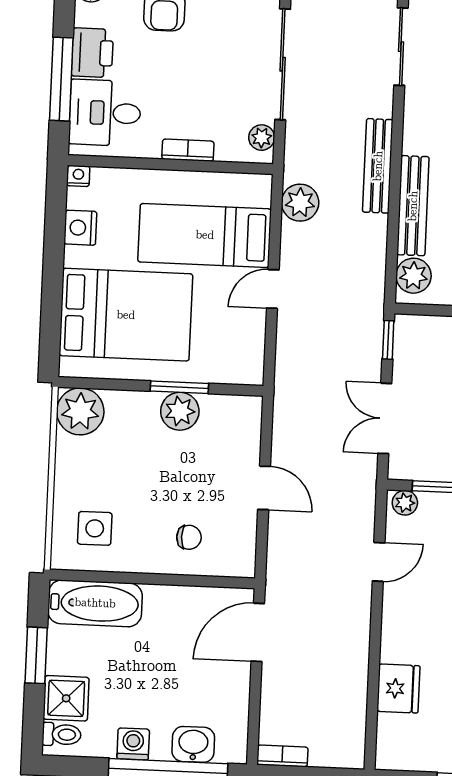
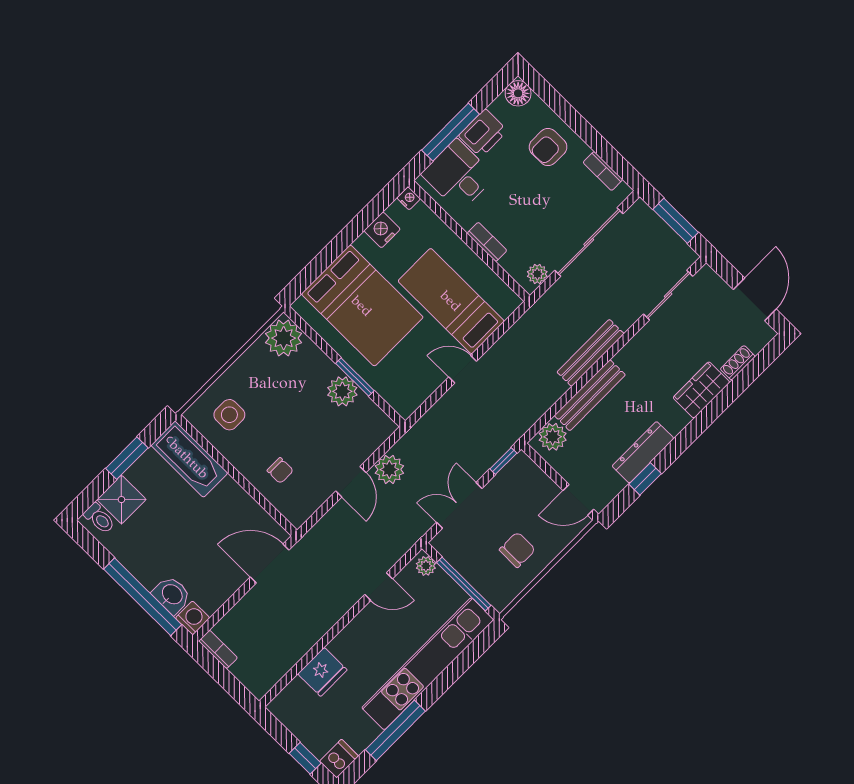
plant: (300, 203) -> (389, 469), moved
washing machine: (133, 744) -> (193, 618), moved

